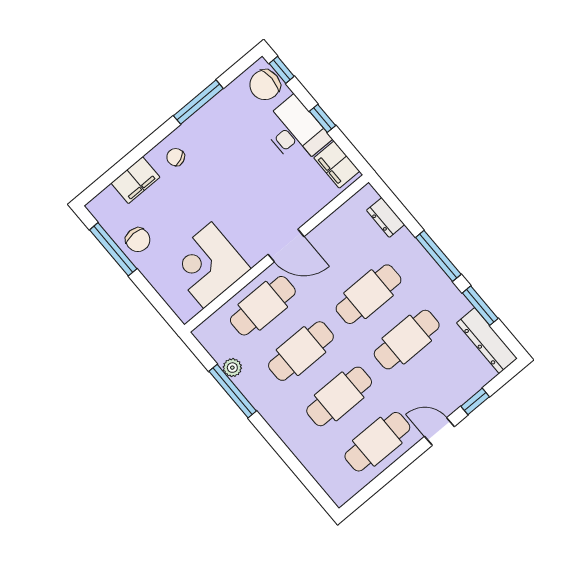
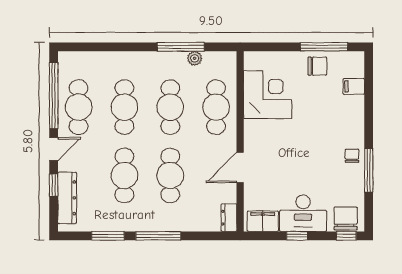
chair: (176, 157) -> (352, 156), moved, turned -67
filing cabinet: (135, 180) -> (354, 86), width x0.50
dresser: (386, 217) -> (229, 218), moved, turned -90
chair: (138, 240) -> (317, 66), turned 180
door: (286, 246) -> (240, 167), moved
dresser: (487, 341) -> (67, 198), moved, turned 90
window: (387, 476) -> (54, 96), added

